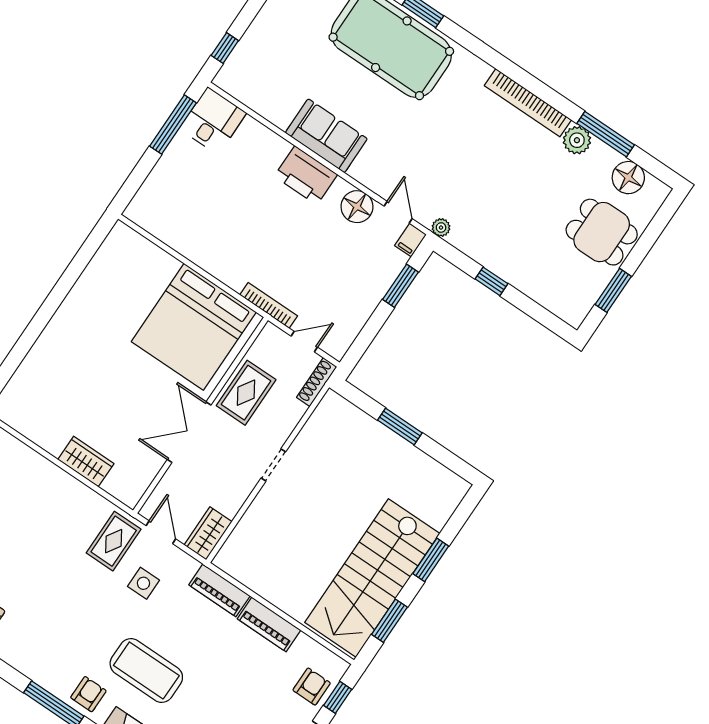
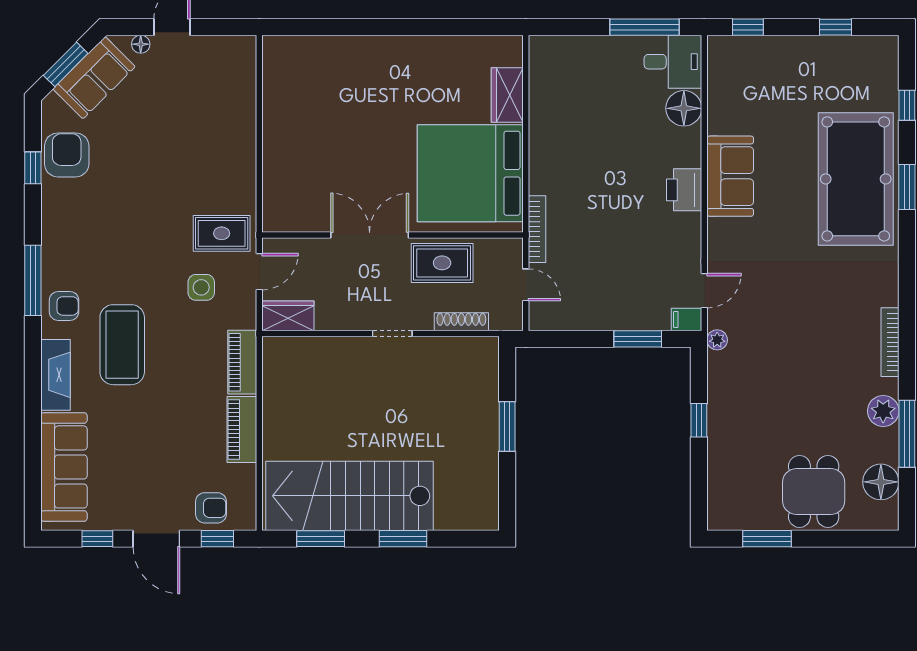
bookcase: (528, 103) -> (890, 342), width x0.68, depth x0.76
printer: (306, 175) -> (684, 190), width x0.73, depth x0.84
floor lamp: (357, 207) -> (684, 108), moved
shoe rack: (317, 382) -> (461, 322), moved
wardrobe: (86, 462) -> (507, 95), moved, turned 180

